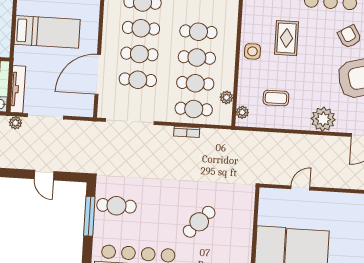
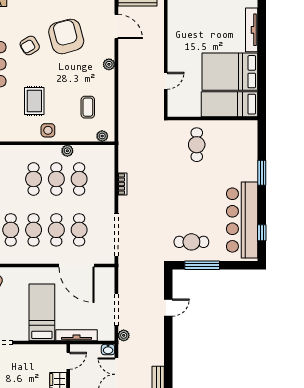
rug: (287, 38) -> (34, 101), turned 90
tv unit: (18, 89) -> (76, 335), moved
plant: (226, 97) -> (67, 151), moved
cafe table: (194, 109) -> (102, 179), removed
plant: (323, 119) -> (109, 64), width x0.53, depth x0.53
door: (300, 188) -> (166, 81), swing flipped
cafe table: (116, 206) -> (191, 242), turned 90
cafe table: (199, 222) -> (197, 145), moved, turned 48

